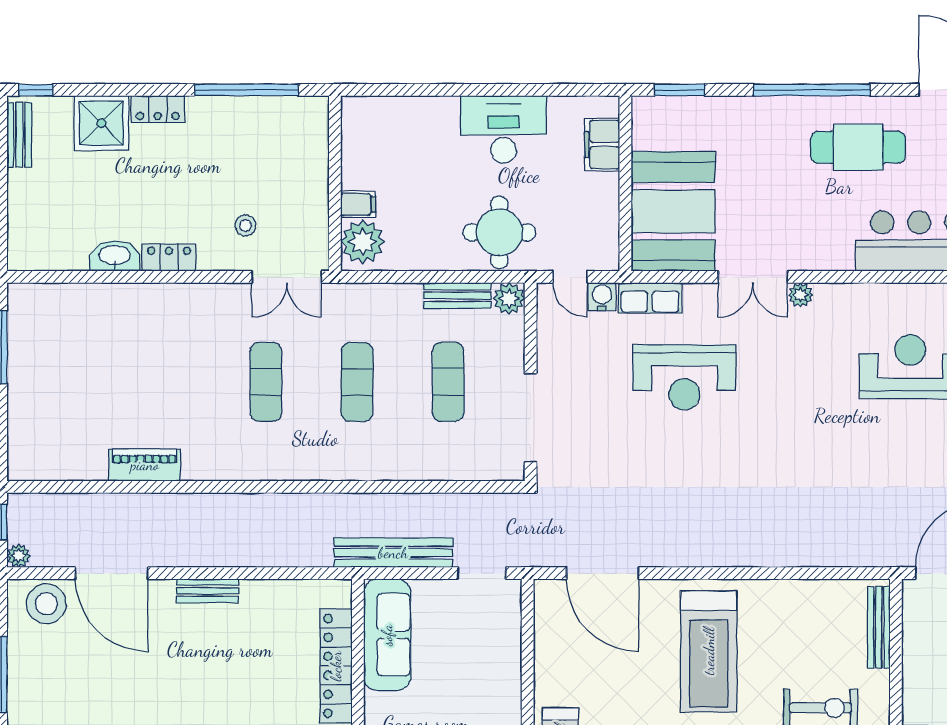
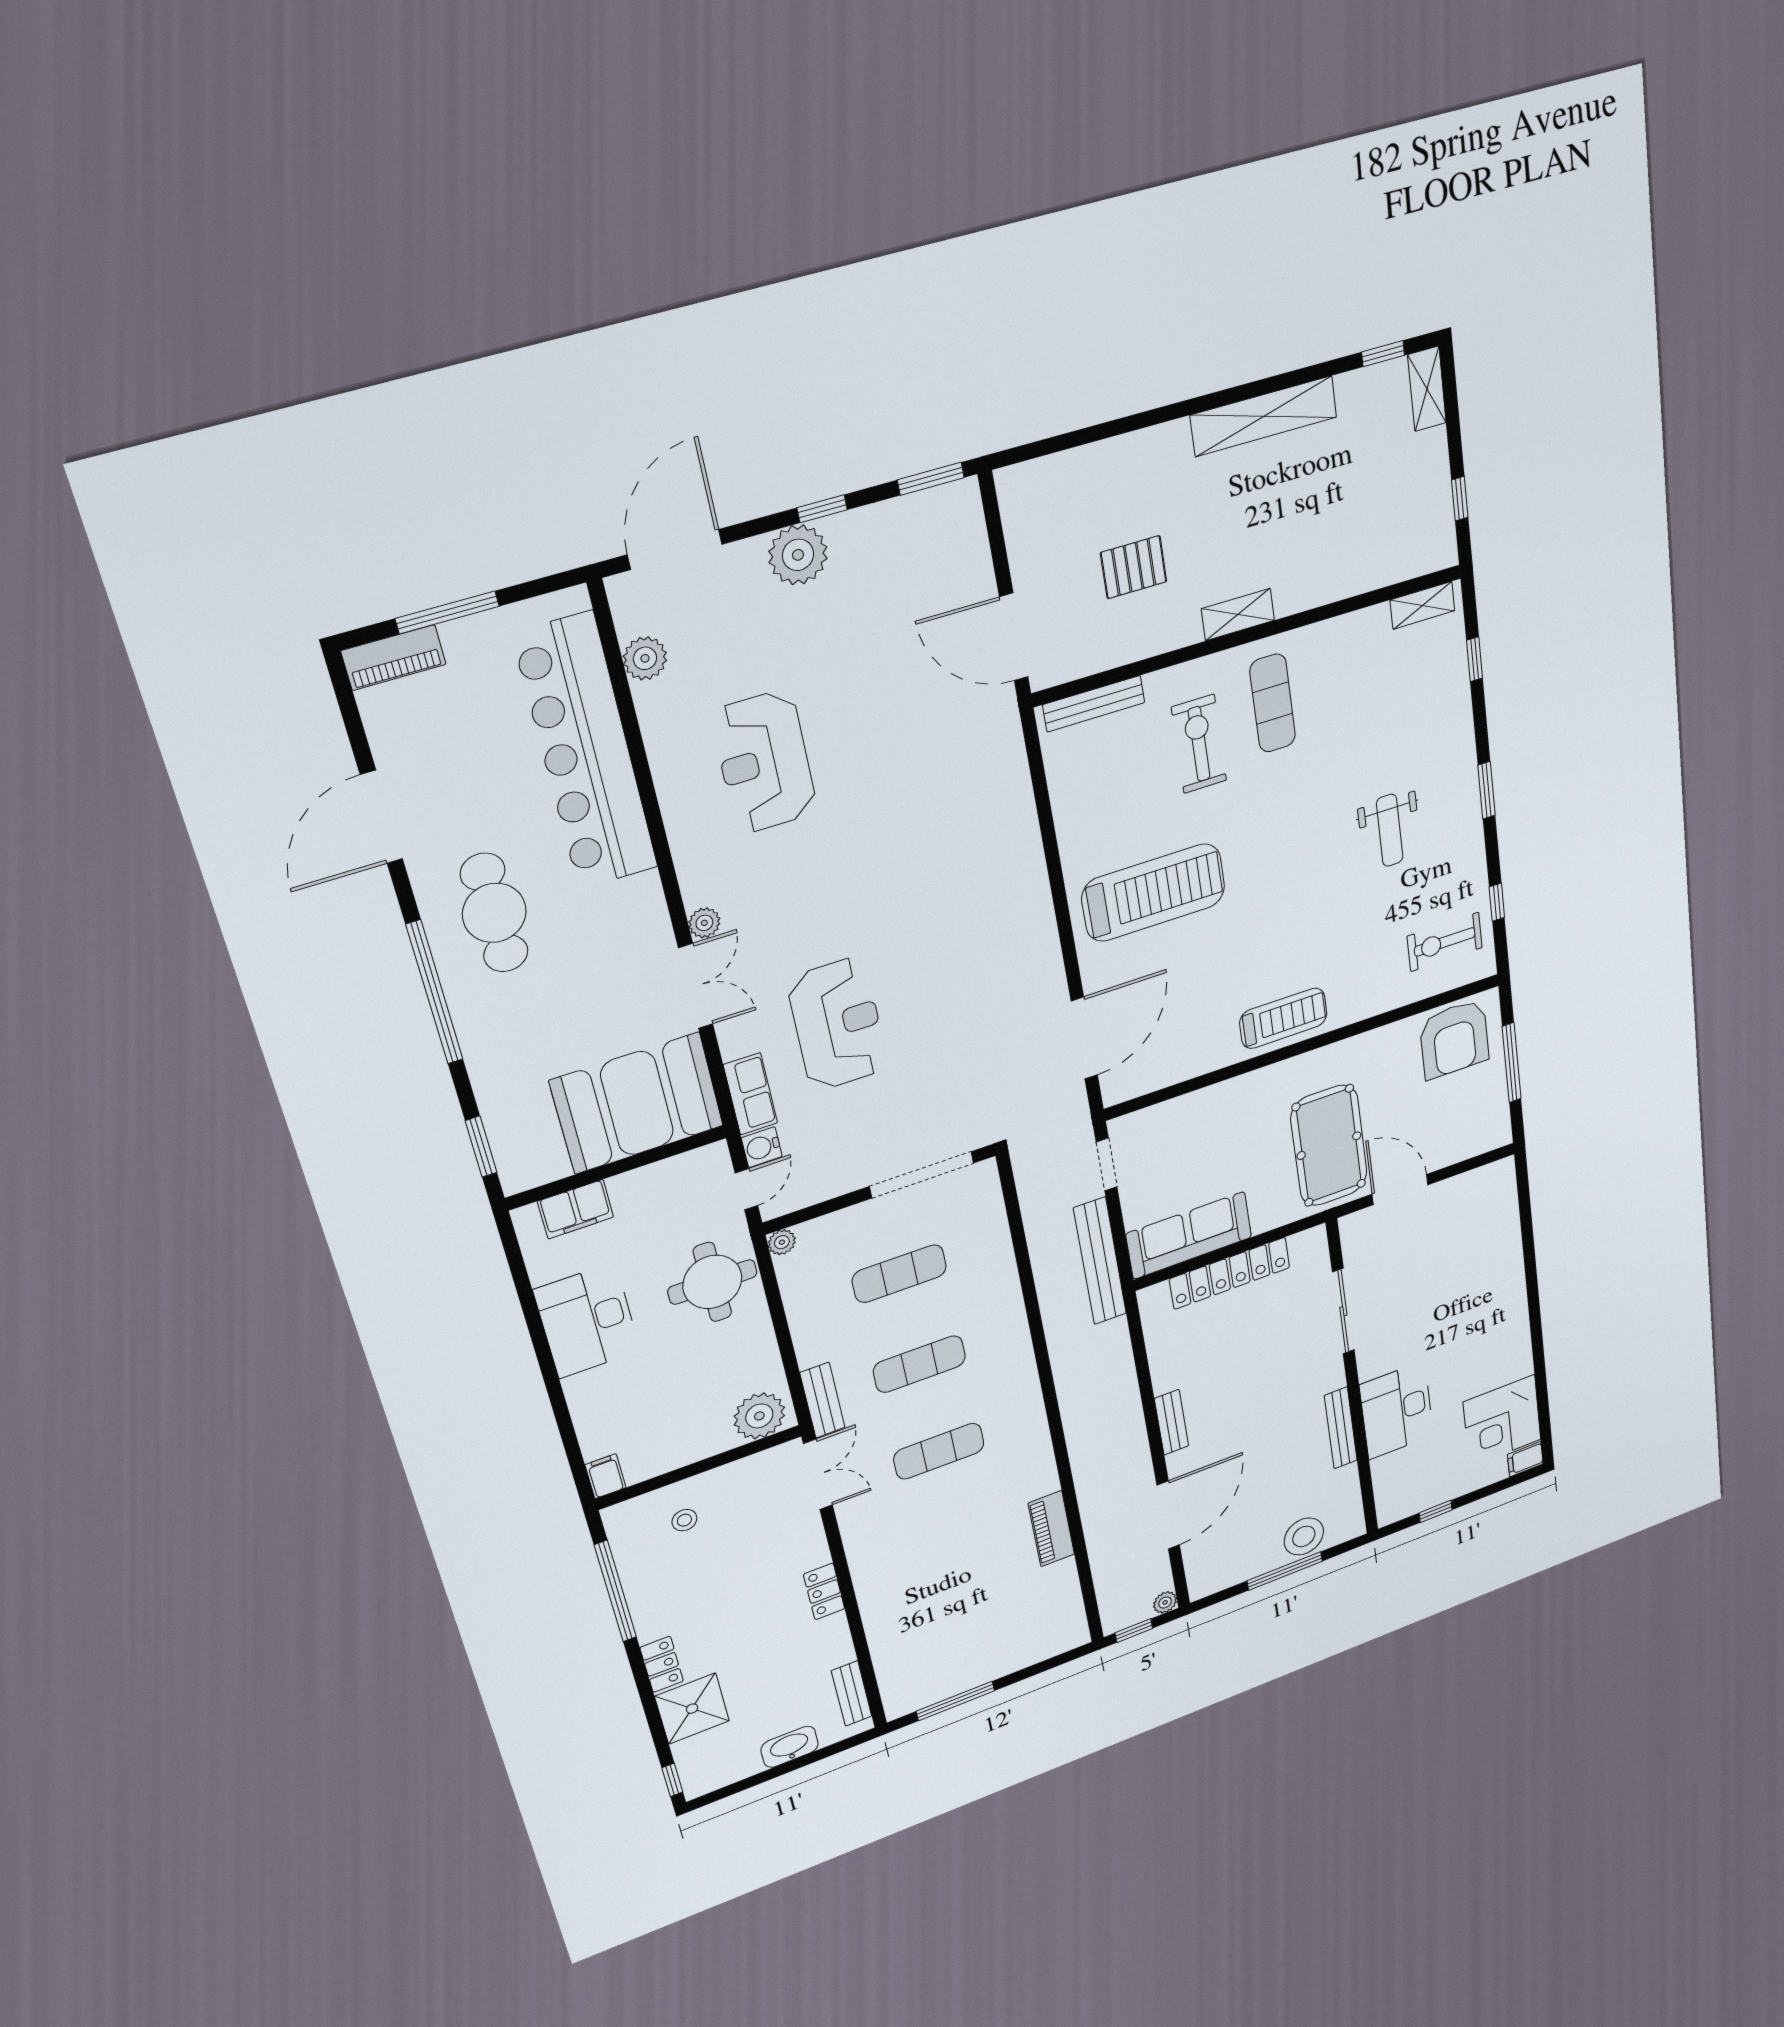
bench: (19, 135) -> (852, 1693), moved, turned 90
filing cabinet: (358, 204) -> (605, 1476), moved
stool: (245, 225) -> (684, 1520), moved
washbasin: (115, 256) -> (790, 1747), moved, turned 90
bench: (457, 296) -> (822, 1400), moved
plant: (509, 298) -> (782, 1242), width x0.73, depth x0.73
stool: (46, 604) -> (1304, 1536), moved

